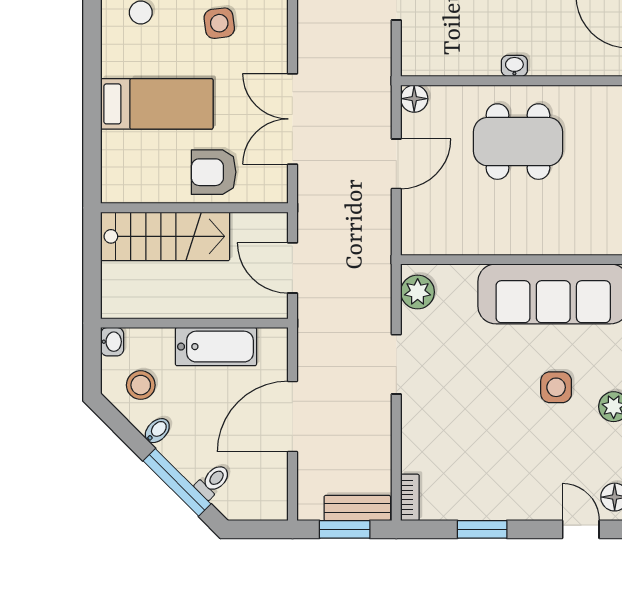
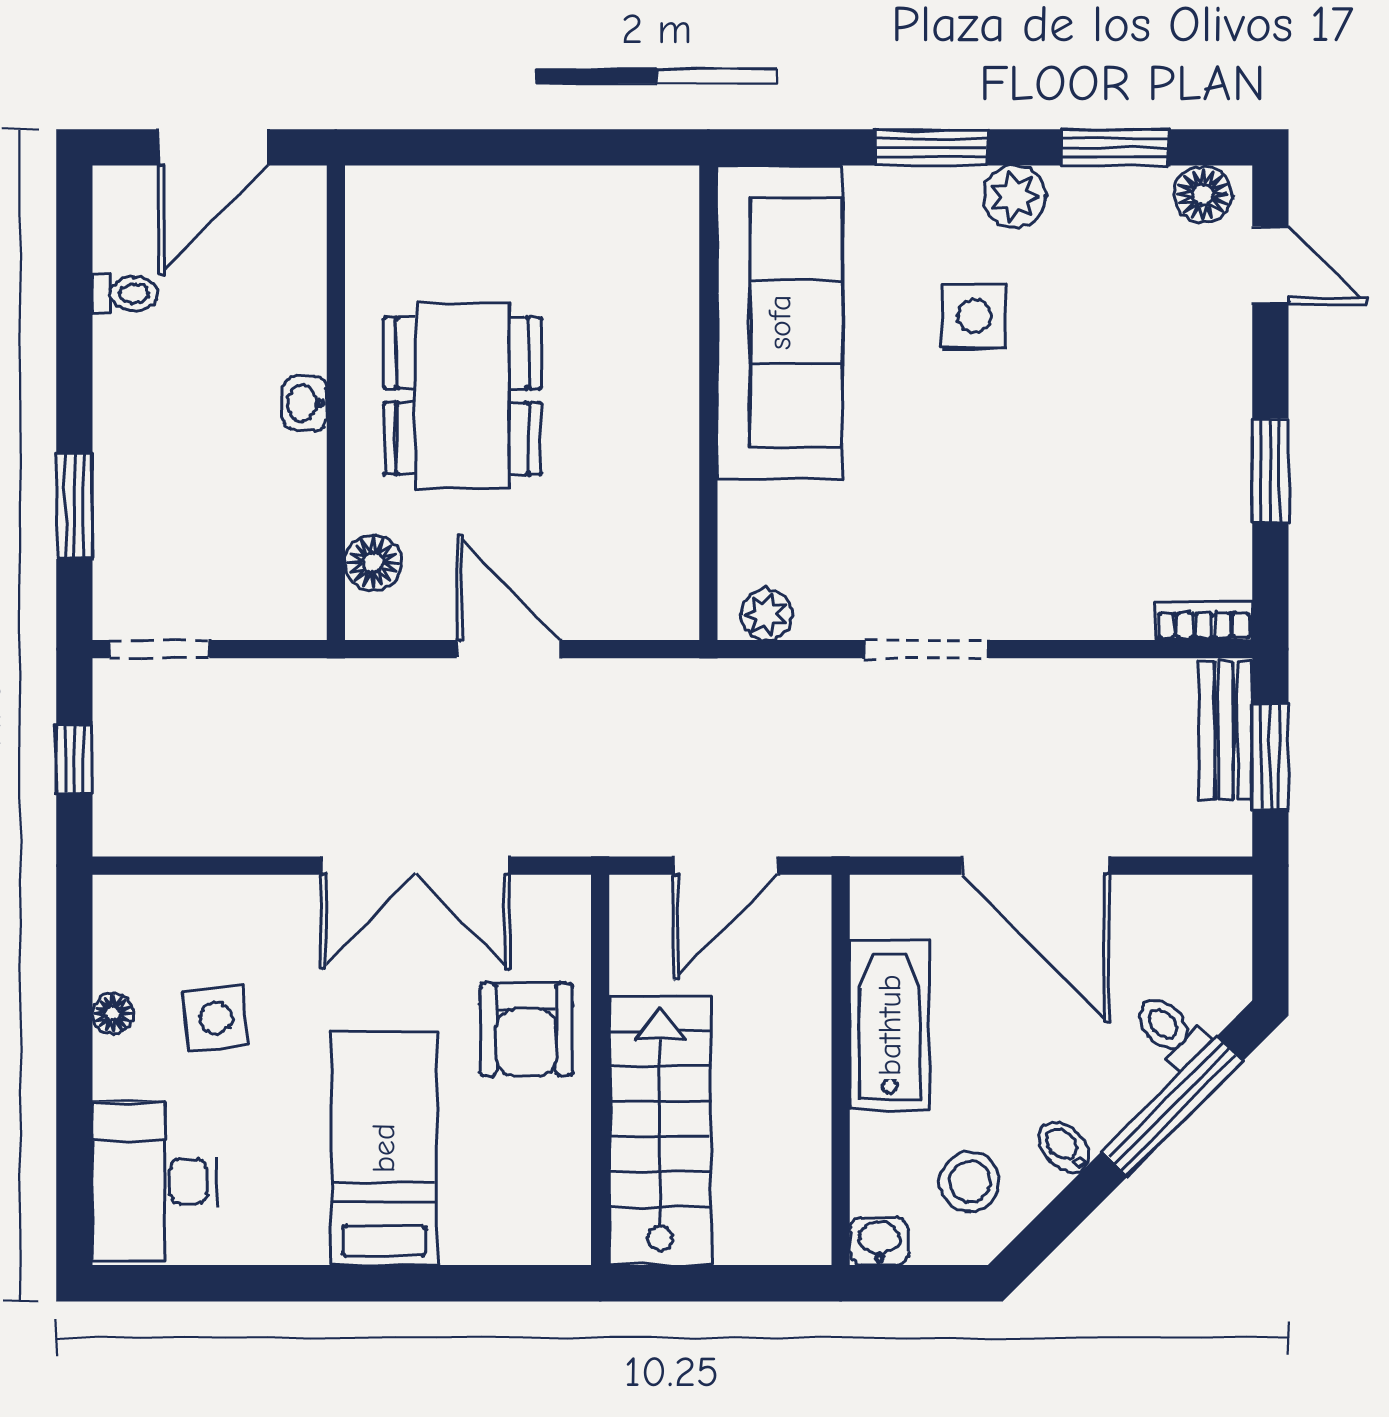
floor lamp: (414, 99) -> (373, 563), moved
plant: (418, 292) -> (766, 615), width x0.73, depth x0.73
door: (581, 529) -> (1270, 265), swing flipped

